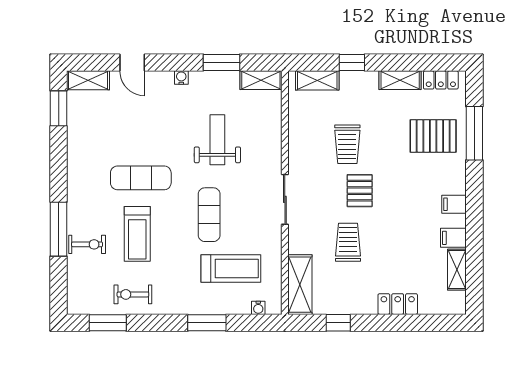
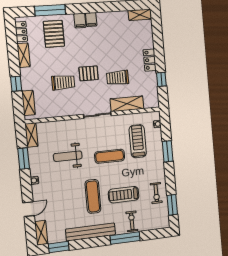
bench: (78, 168) -> (91, 232), added
treadmill: (137, 234) -> (124, 195), turned 180
filing cabinet: (453, 238) -> (80, 21), moved
shelving: (457, 270) -> (140, 15), moved
shelving: (300, 285) -> (127, 104), moved
locker: (398, 304) -> (150, 60), moved

